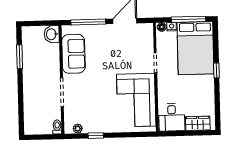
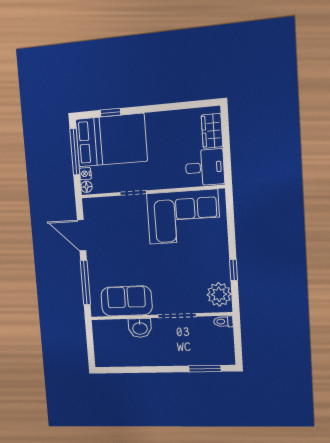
washbasin: (52, 34) -> (140, 328), moved
window: (20, 57) -> (205, 369), moved
window: (216, 70) -> (110, 113), moved
plant: (78, 129) -> (219, 294), width x1.88, depth x1.88

